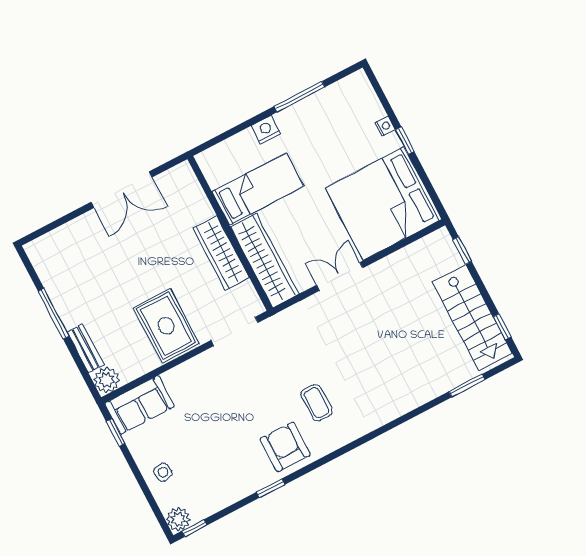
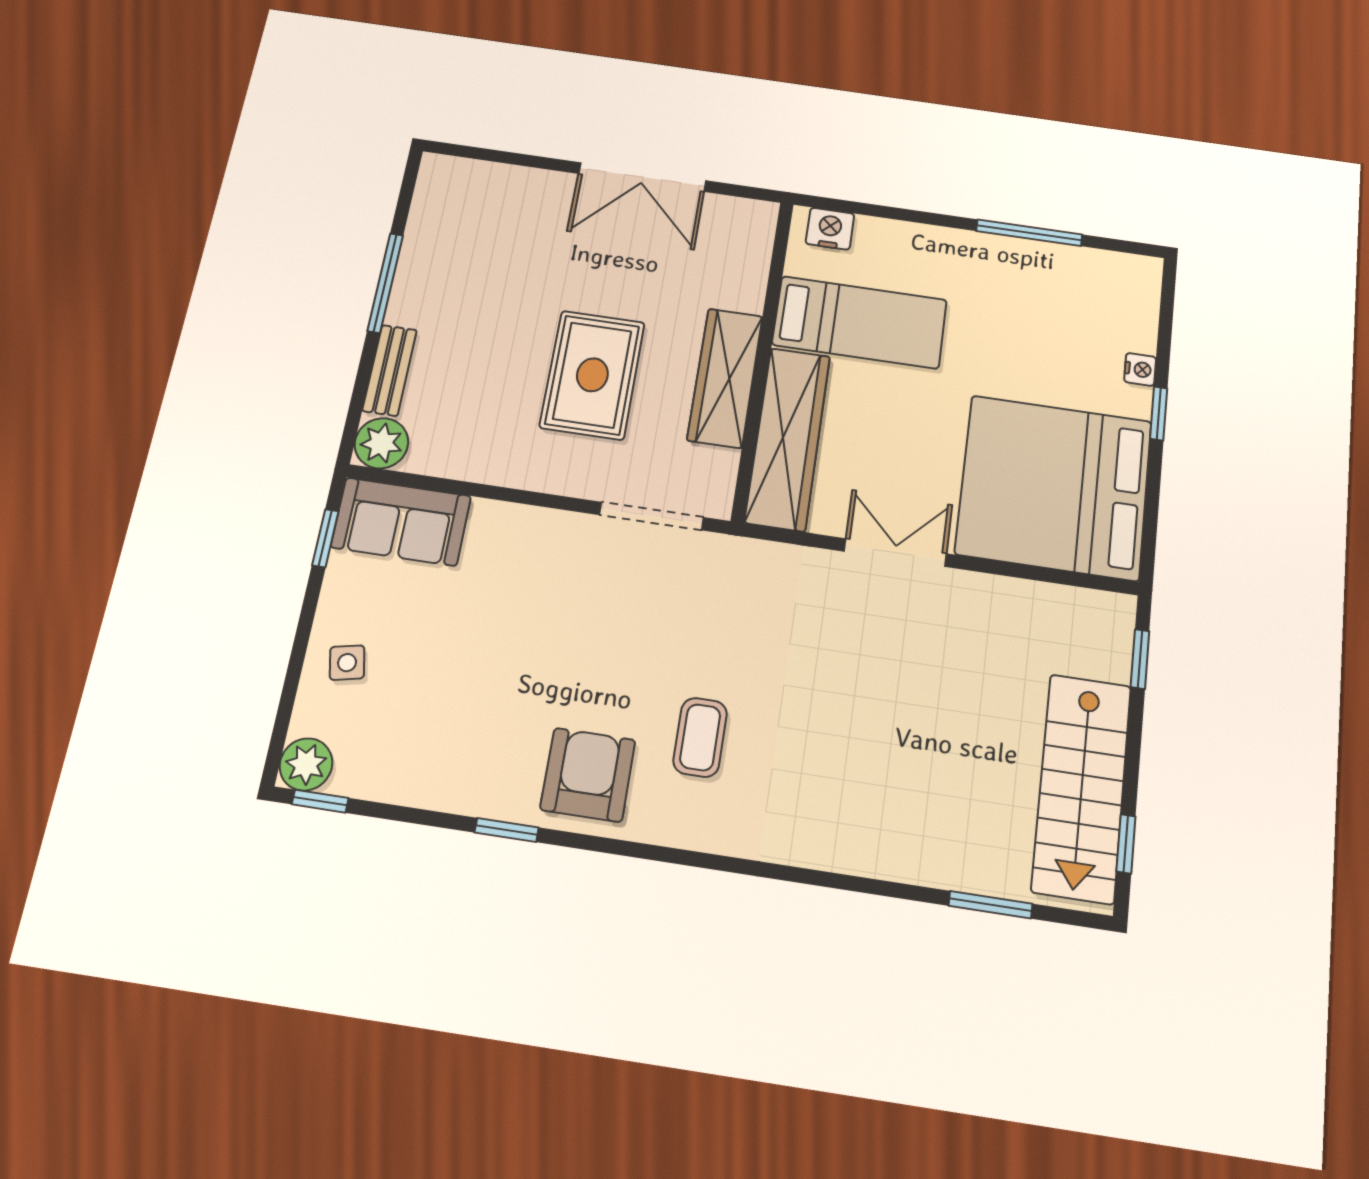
nightstand: (266, 130) -> (830, 229), moved
rug: (166, 326) -> (592, 375), moved

